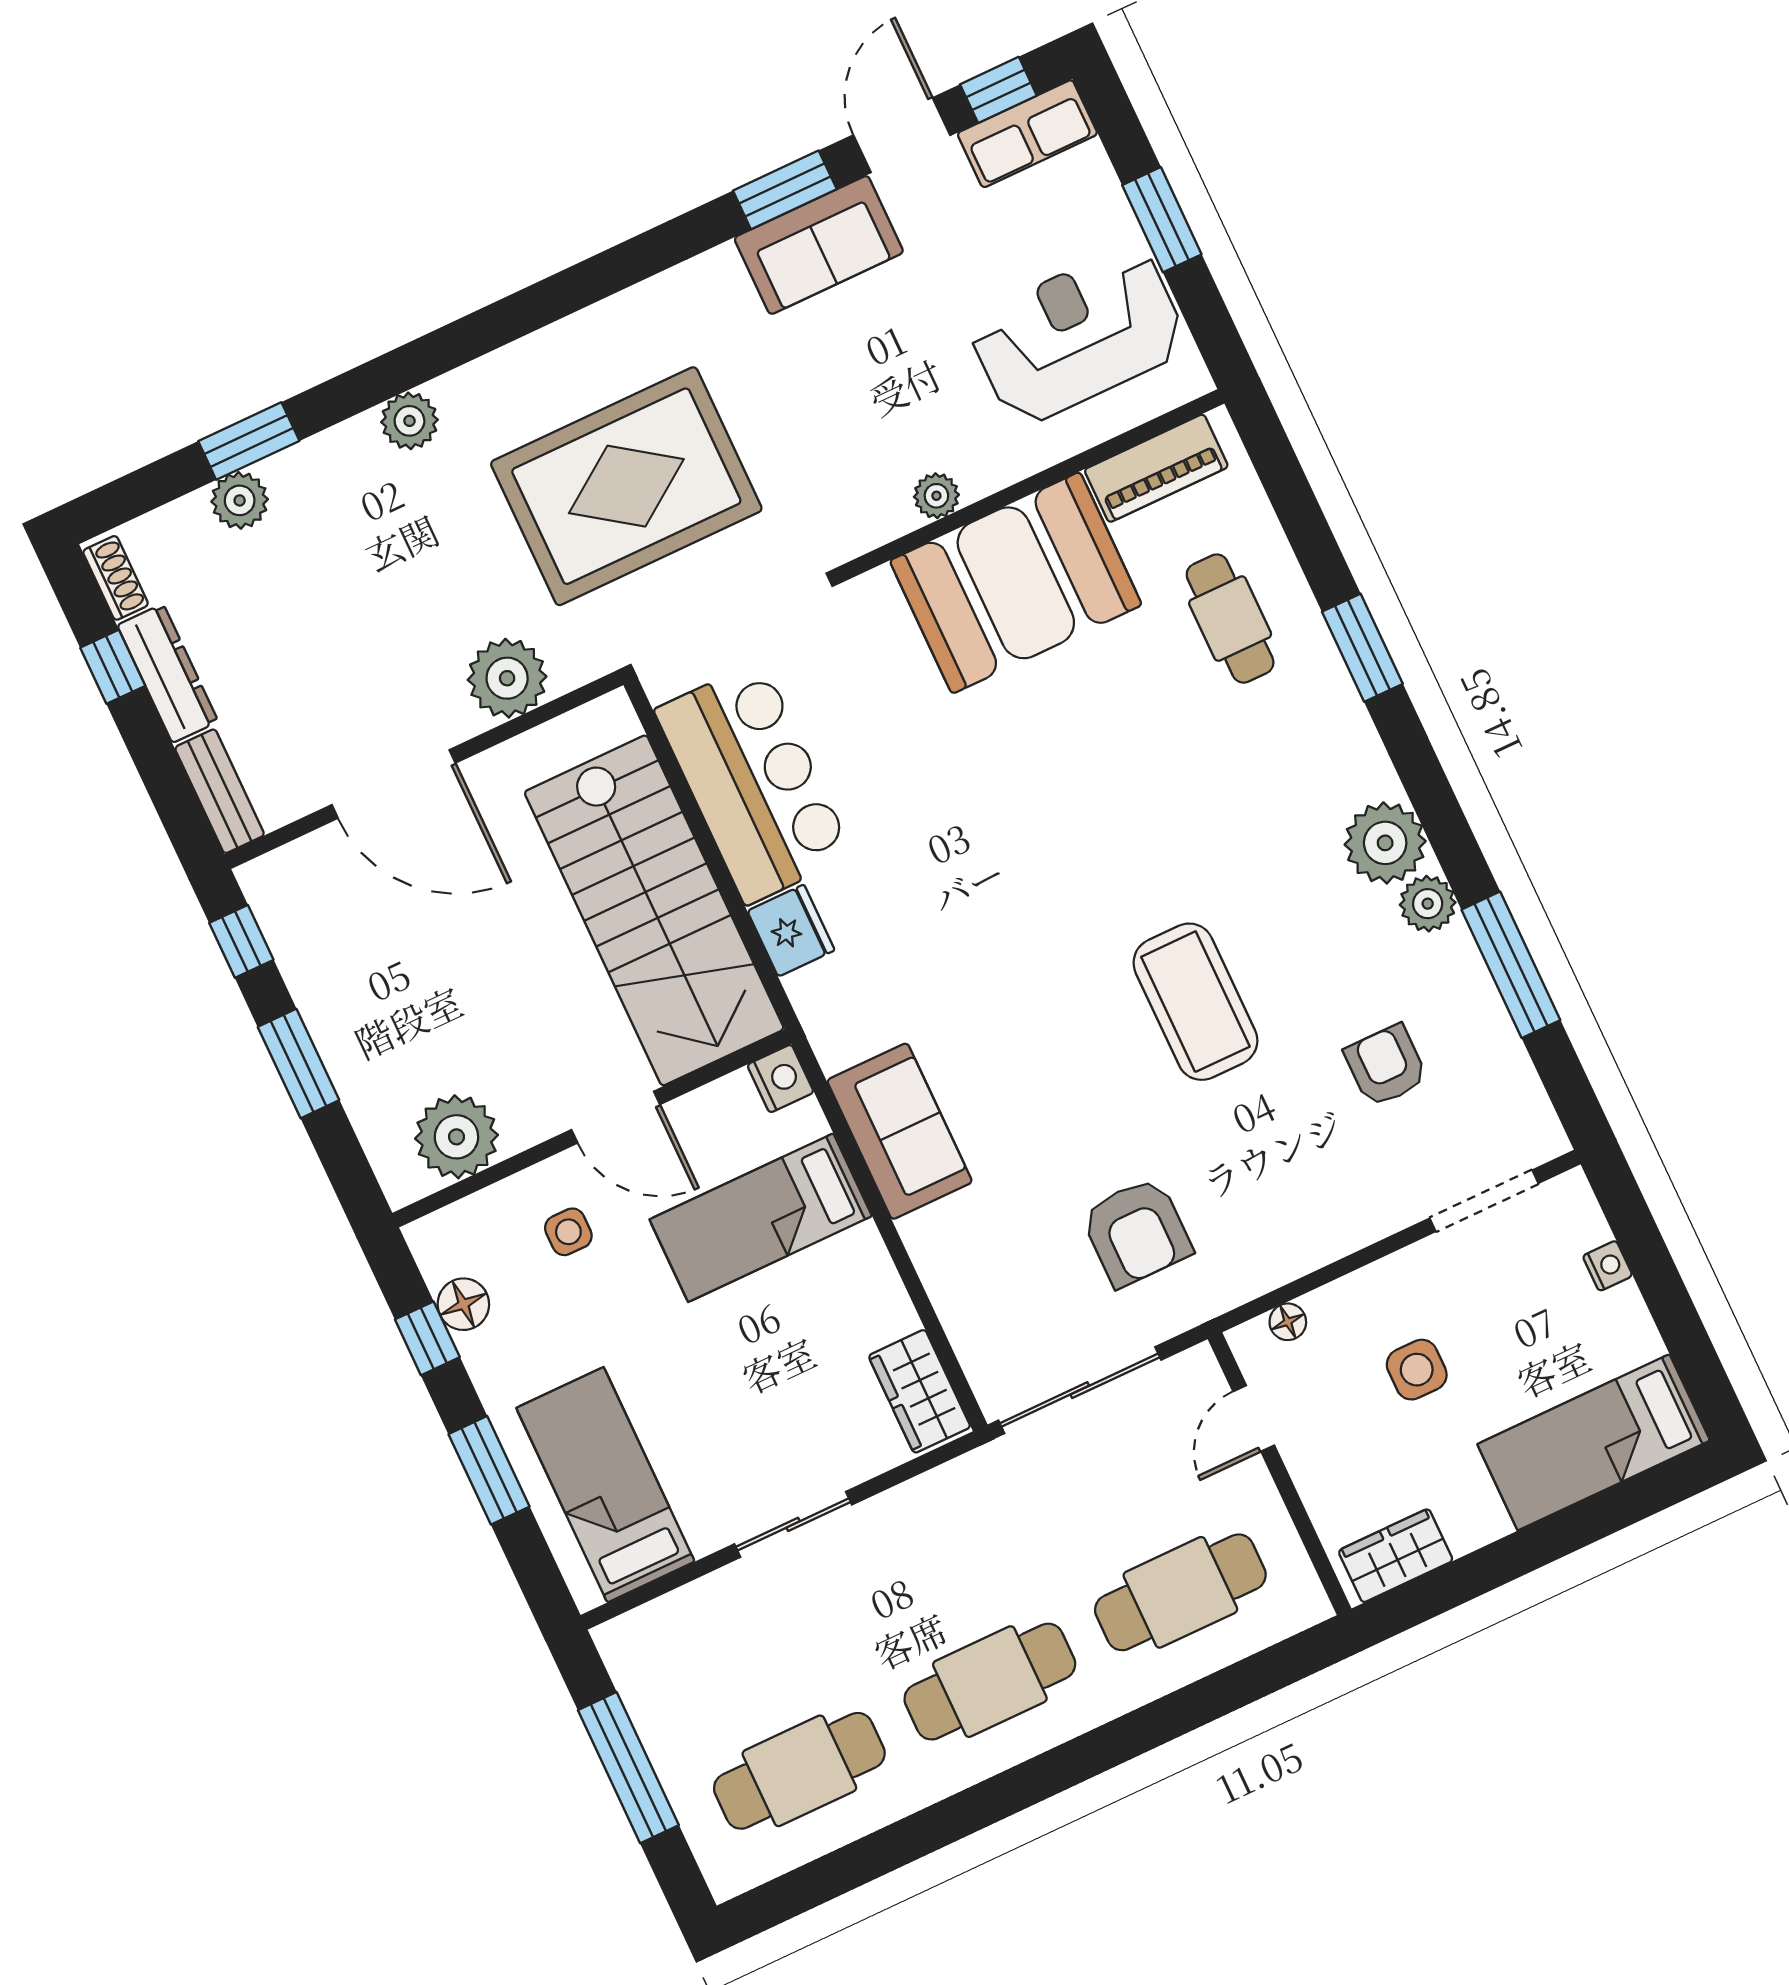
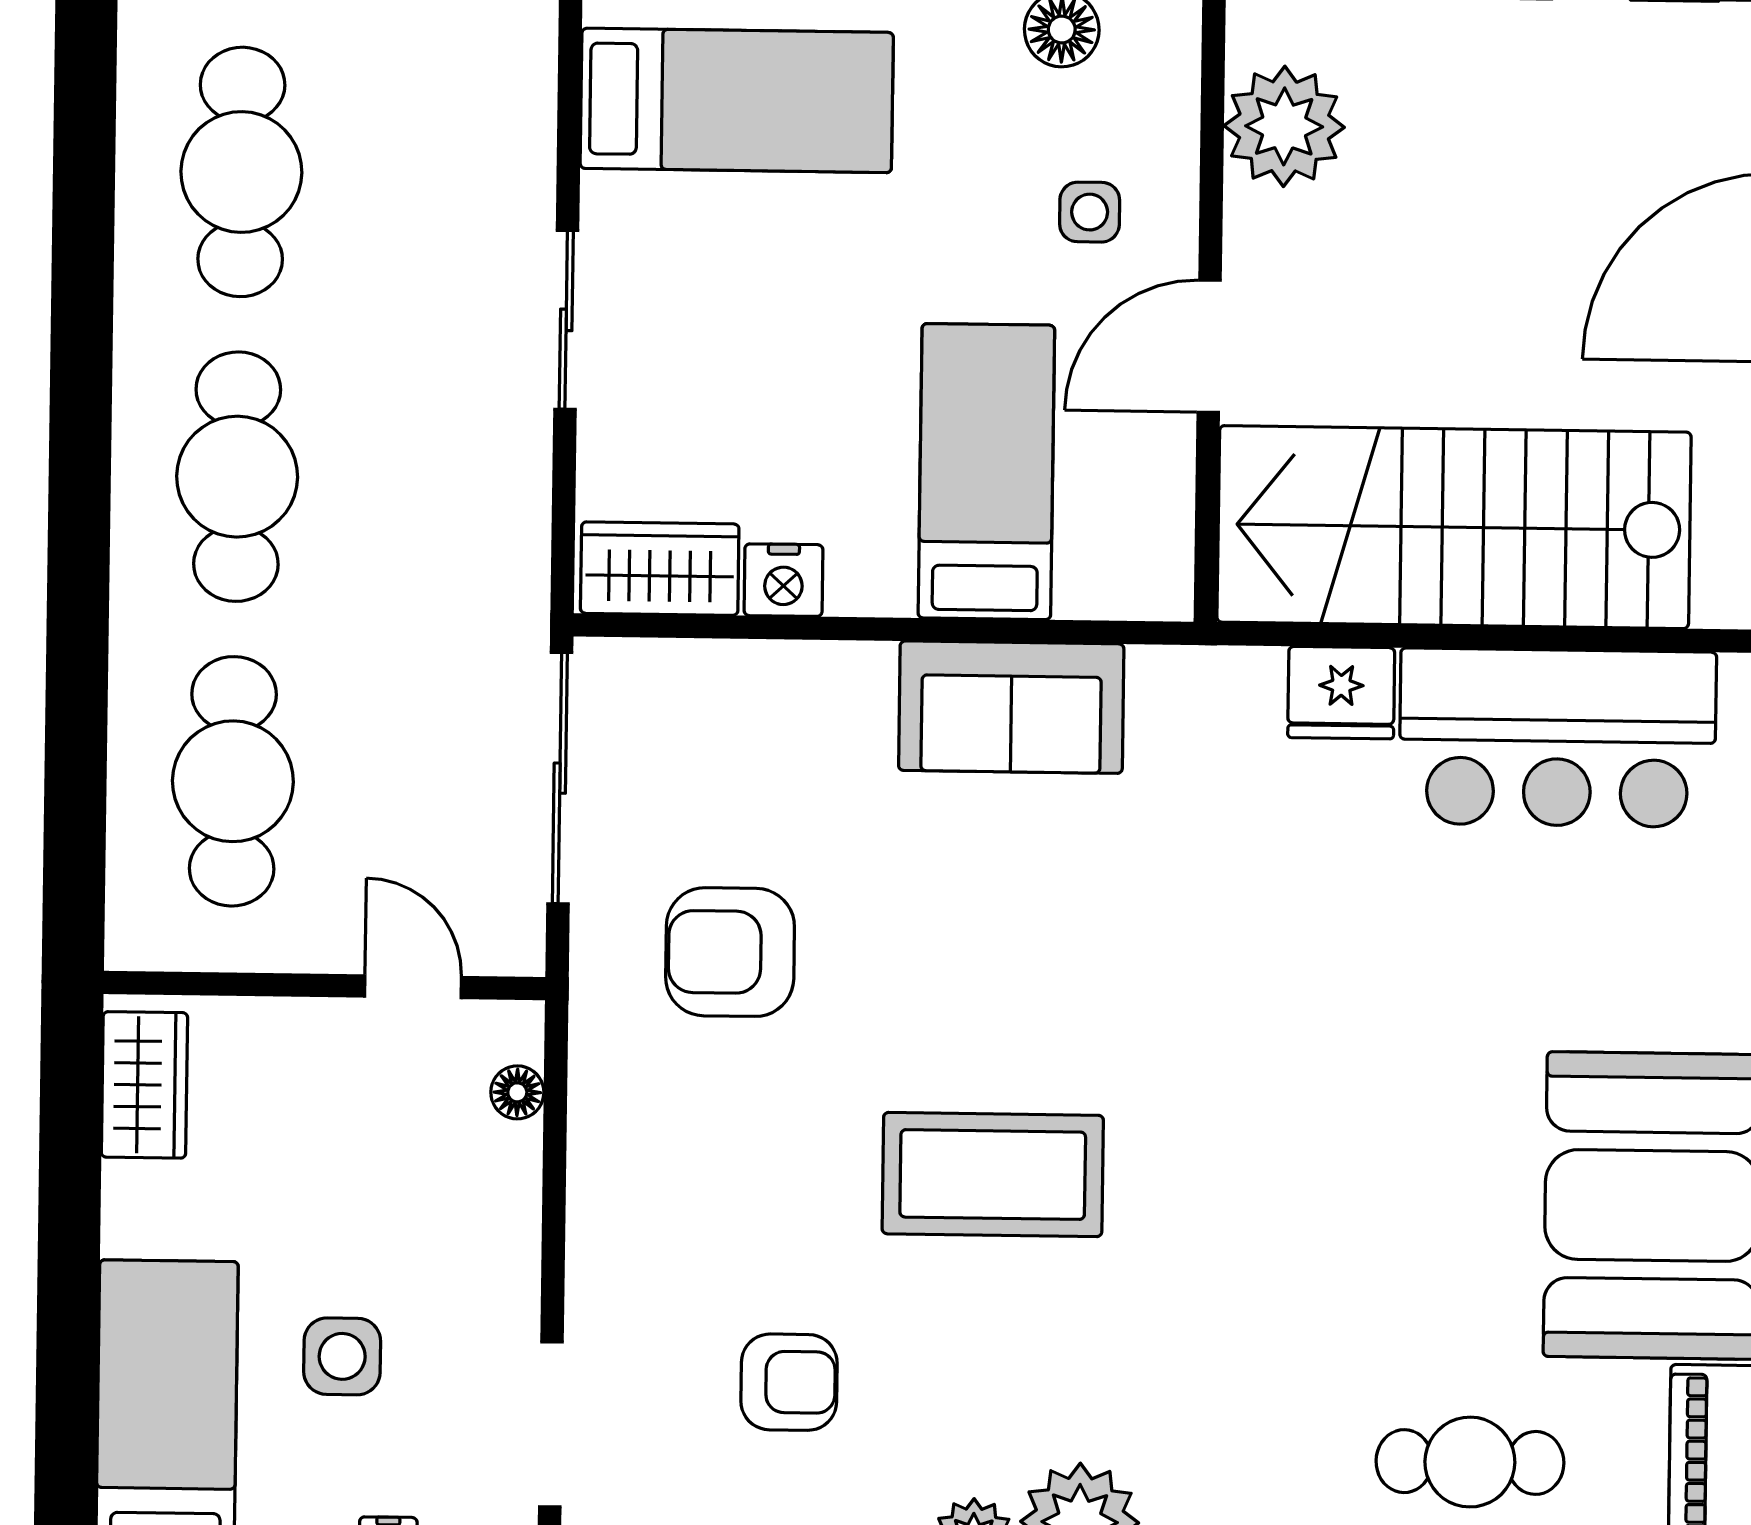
nightstand: (780, 1079) -> (783, 580), moved
side table: (1417, 1370) -> (342, 1356), moved

